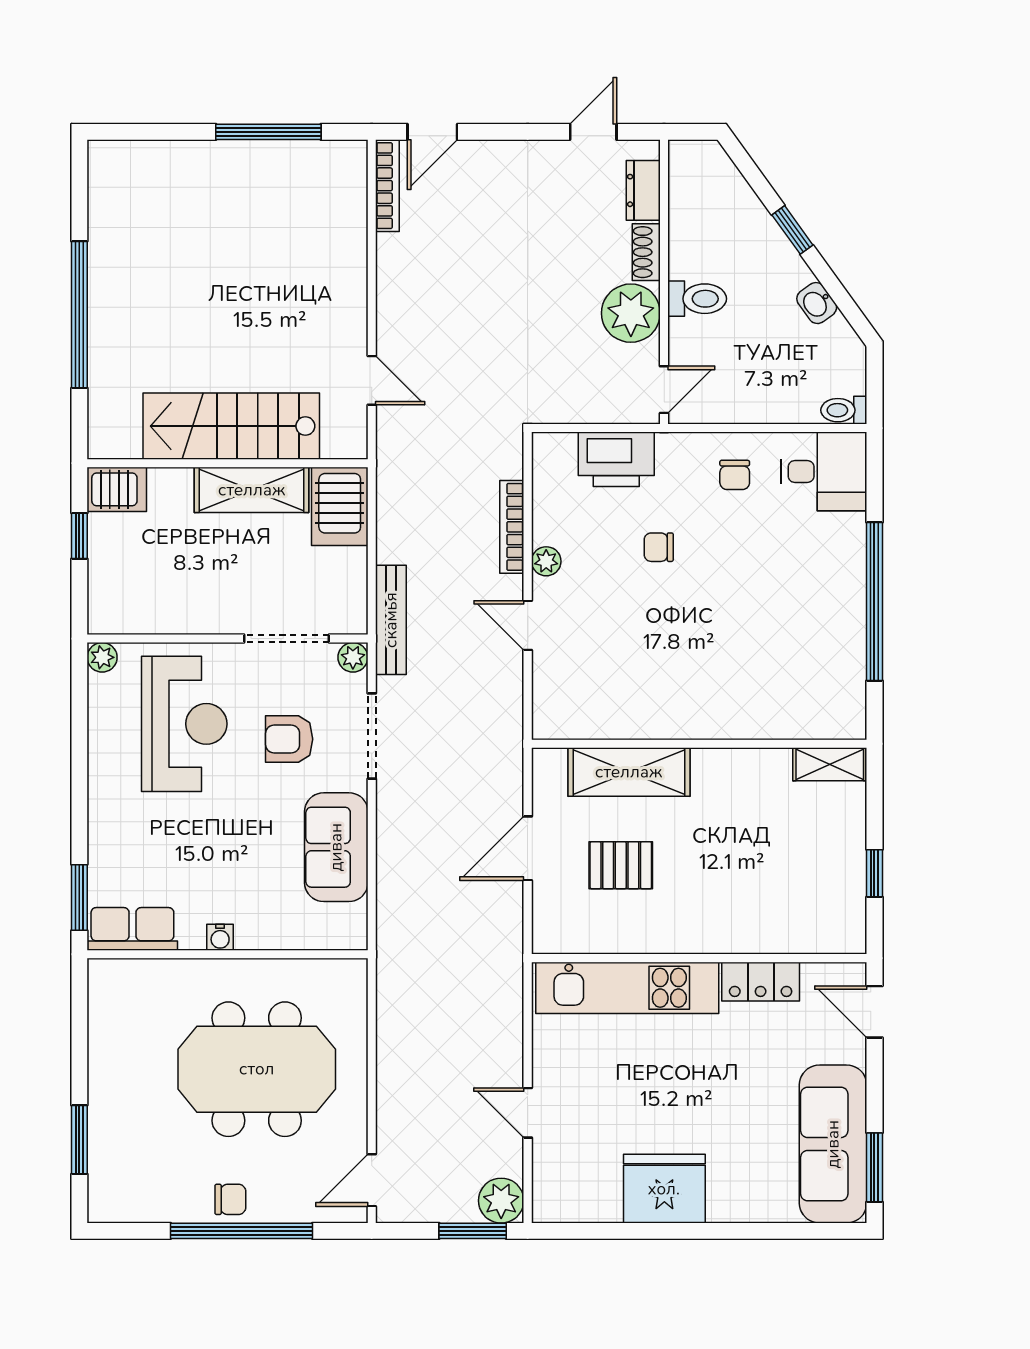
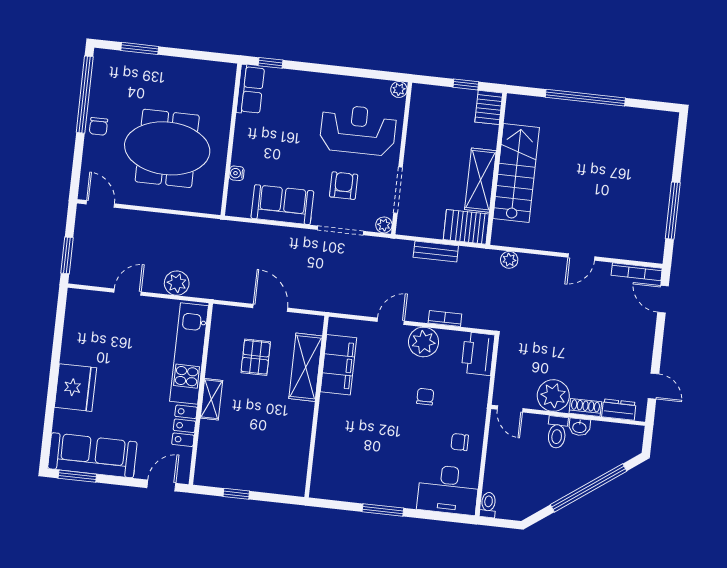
window: (792, 230) -> (589, 488), width x3.17
washbasin: (817, 303) -> (579, 427), moved, turned -144
door: (372, 380) -> (581, 257), moved
plant: (391, 421) -> (509, 260), added
printer: (616, 459) -> (478, 354), moved
desk: (824, 471) -> (448, 490), width x1.37
bookcase: (512, 527) -> (445, 319), width x0.64
plant: (546, 561) -> (424, 342), width x1.87, depth x1.87
window: (874, 602) -> (383, 510), width x0.47
bench: (391, 620) -> (436, 251), moved, width x0.73
filing cabinet: (618, 712) -> (338, 365), added
reception desk: (184, 724) -> (358, 130), turned 180
shelving: (830, 764) -> (211, 399), moved
window: (79, 898) -> (270, 63), width x0.67
water cooler: (220, 937) -> (237, 173), moved
meeting table: (257, 1069) -> (167, 148), turned 90
fridge: (664, 1189) -> (75, 388), moved
plant: (501, 1201) -> (177, 283), moved
window: (242, 1231) -> (85, 95), moved

